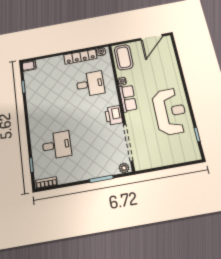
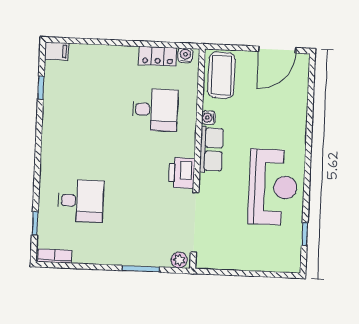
locker: (80, 57) -> (158, 56), width x0.66

